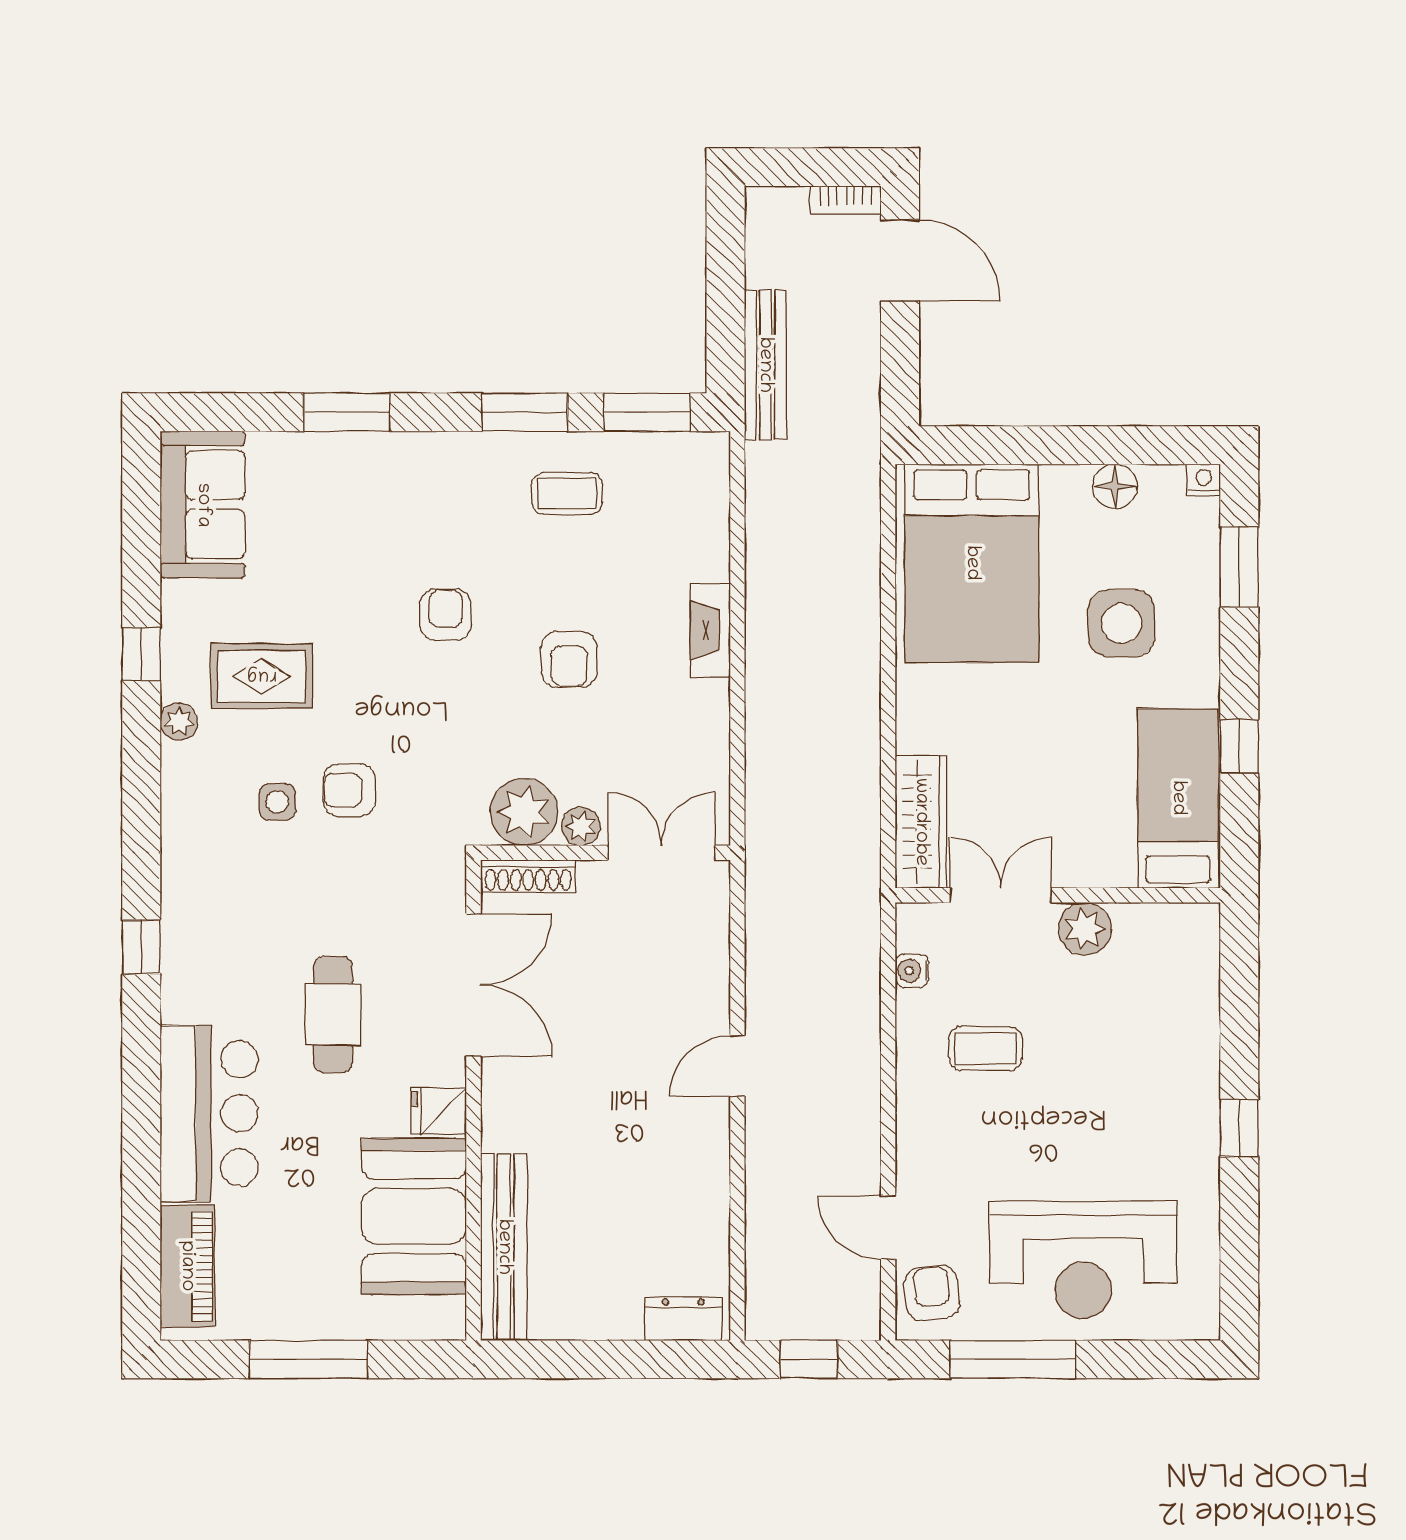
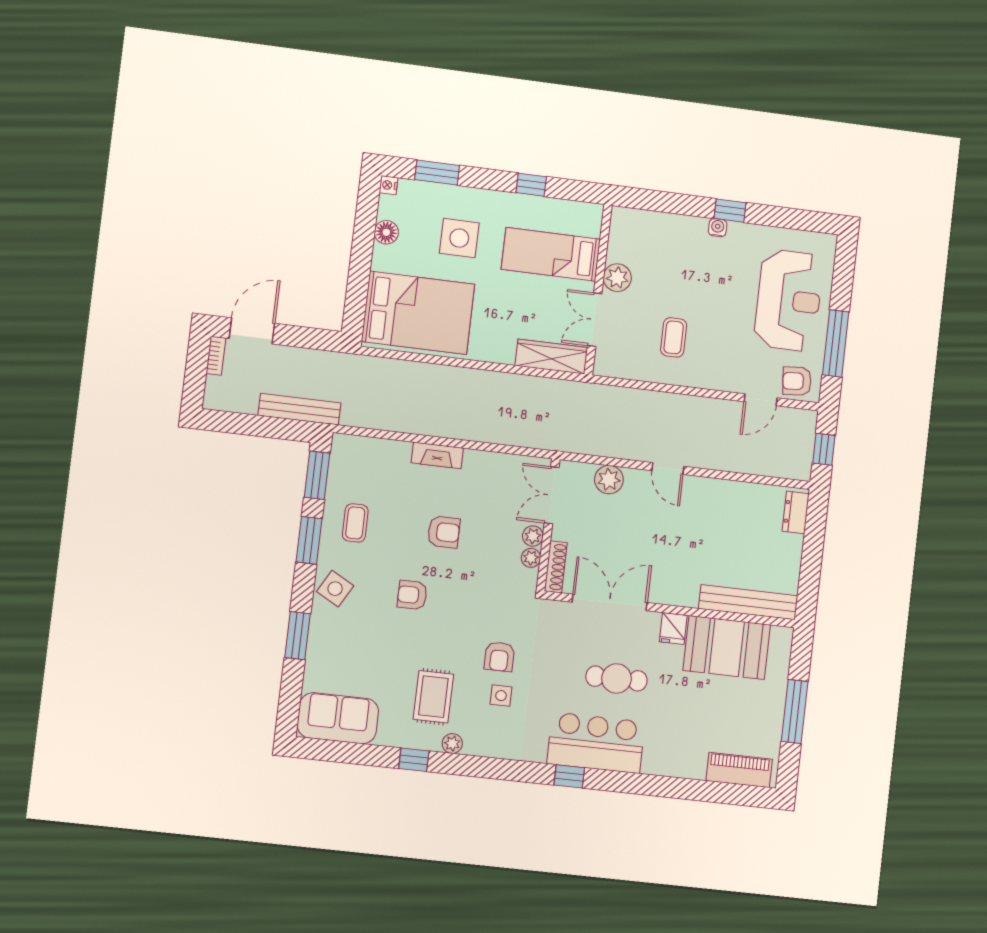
side table: (441, 471) -> (335, 589), added
bed: (1178, 798) -> (551, 254), moved
plant: (524, 812) -> (531, 558), width x0.53, depth x0.53
plant: (703, 957) -> (609, 480), added
water cooler: (912, 971) -> (718, 228), moved, turned 180
bar counter: (209, 1113) -> (596, 743), moved

